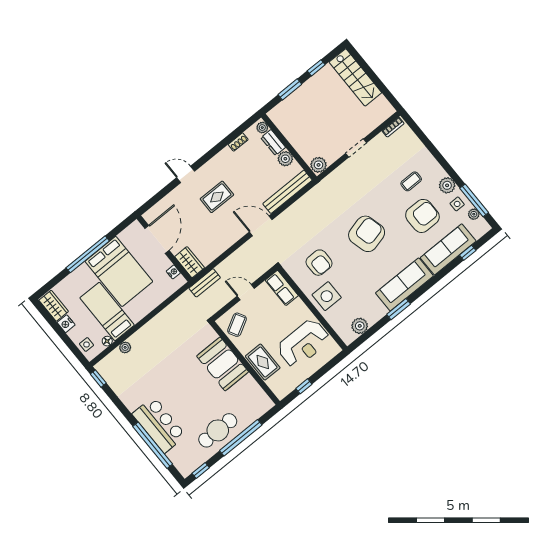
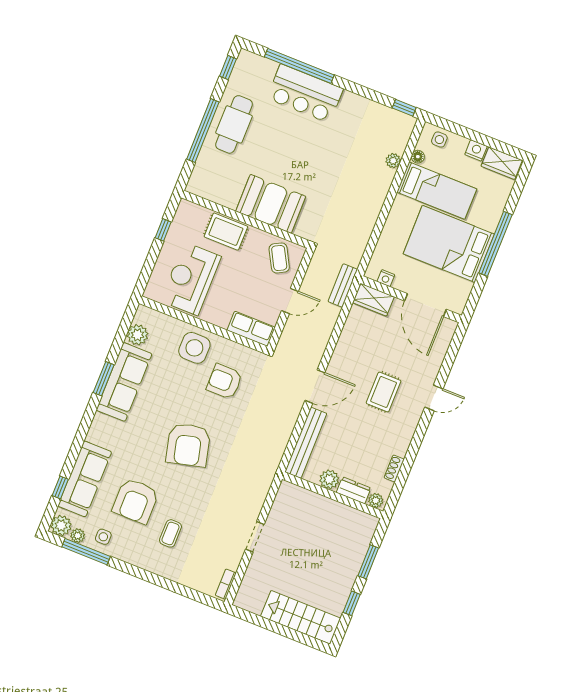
plant: (319, 165) -> (287, 493), removed
plant: (447, 185) -> (61, 525), moved
sofa: (404, 284) -> (124, 382), moved

